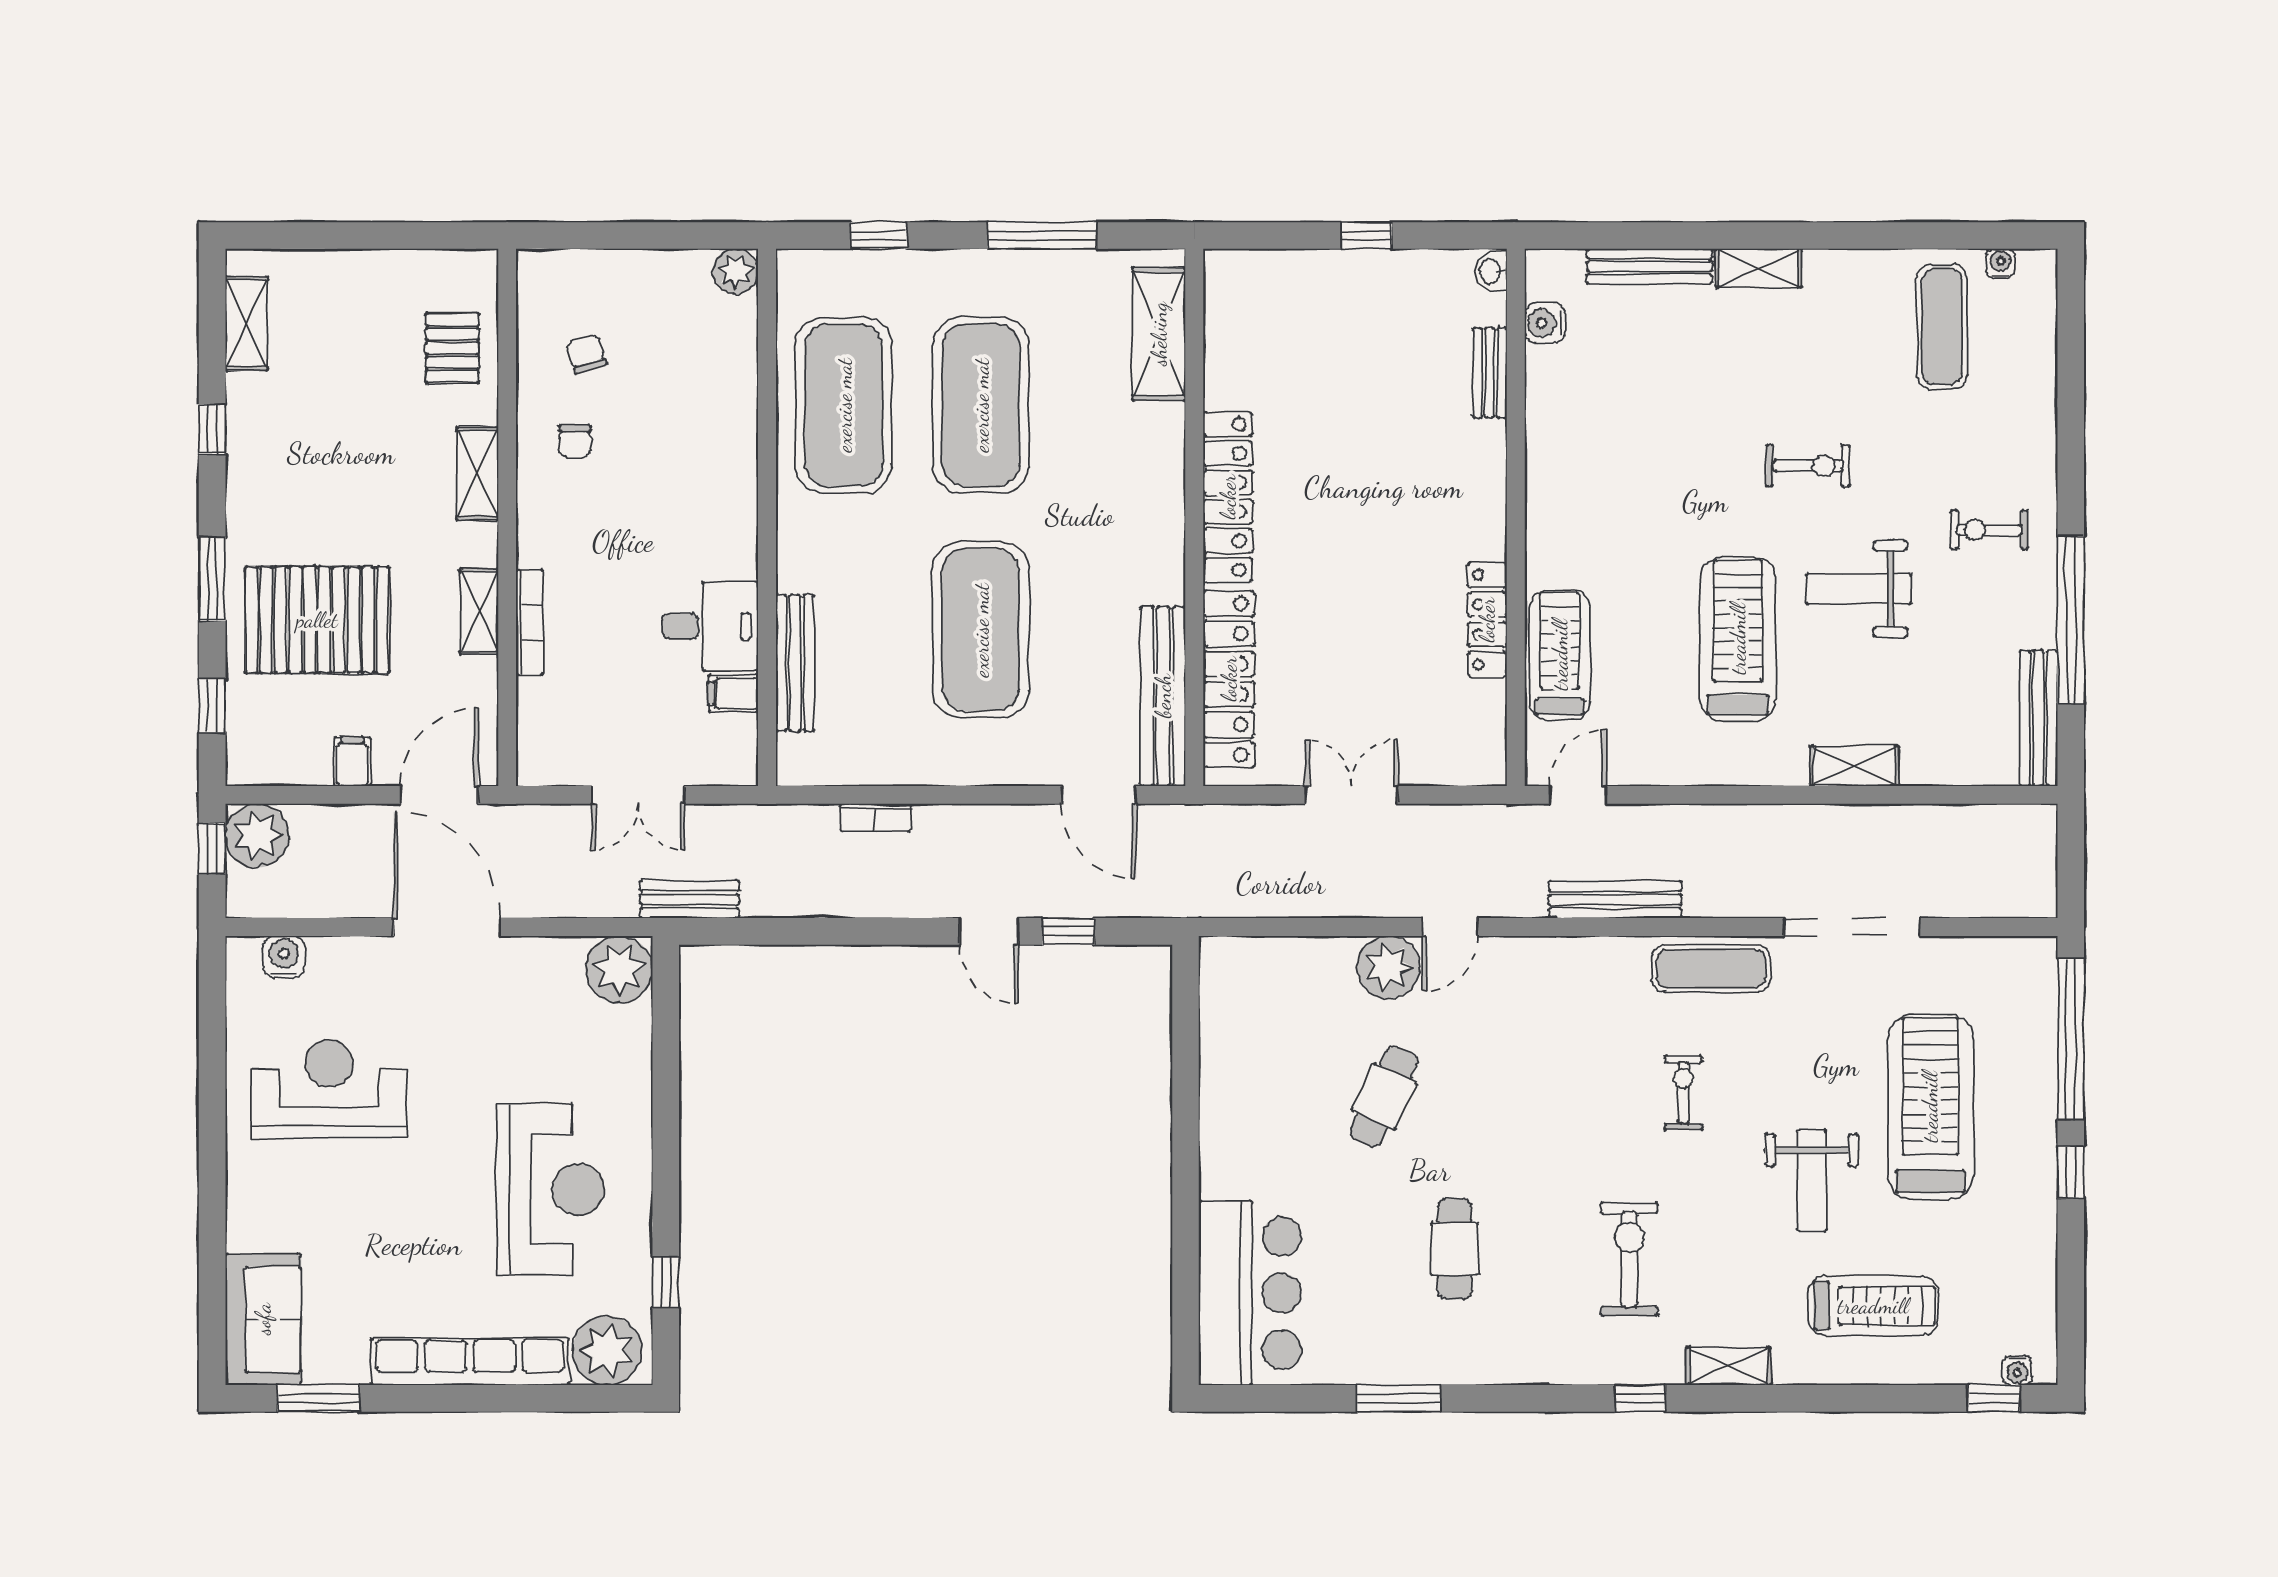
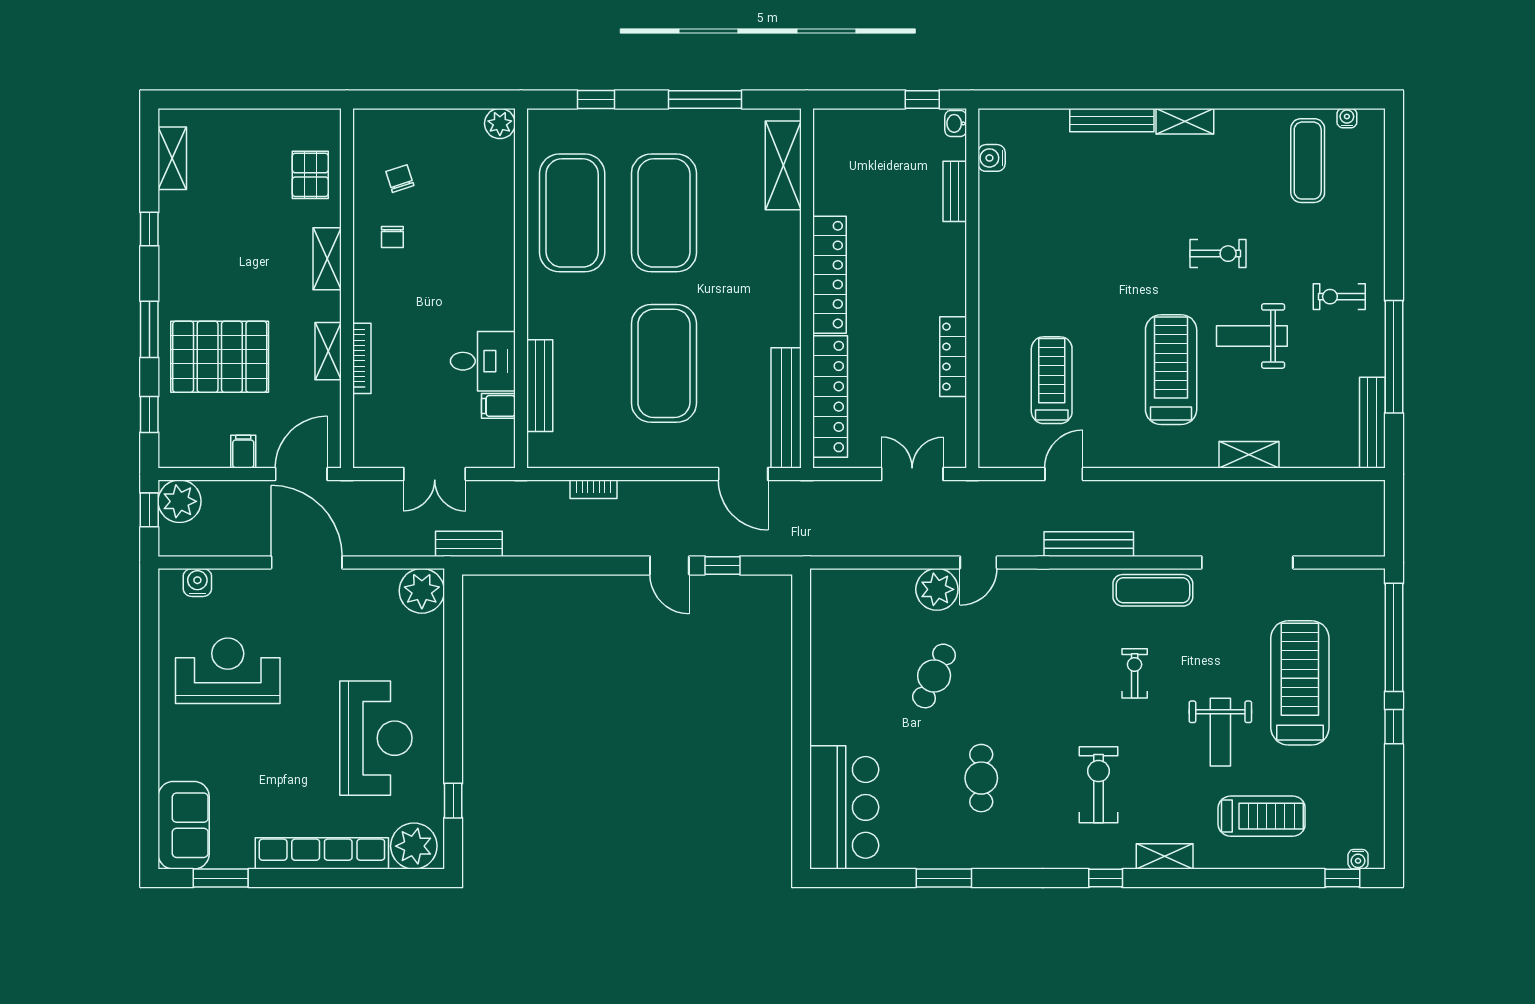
washbasin: (1491, 271) -> (956, 123), moved
water cooler: (1545, 323) -> (992, 158), moved
bench: (1490, 373) -> (955, 191), moved
wall: (1516, 517) -> (972, 288), moved
locker: (1487, 620) -> (953, 357), moved

